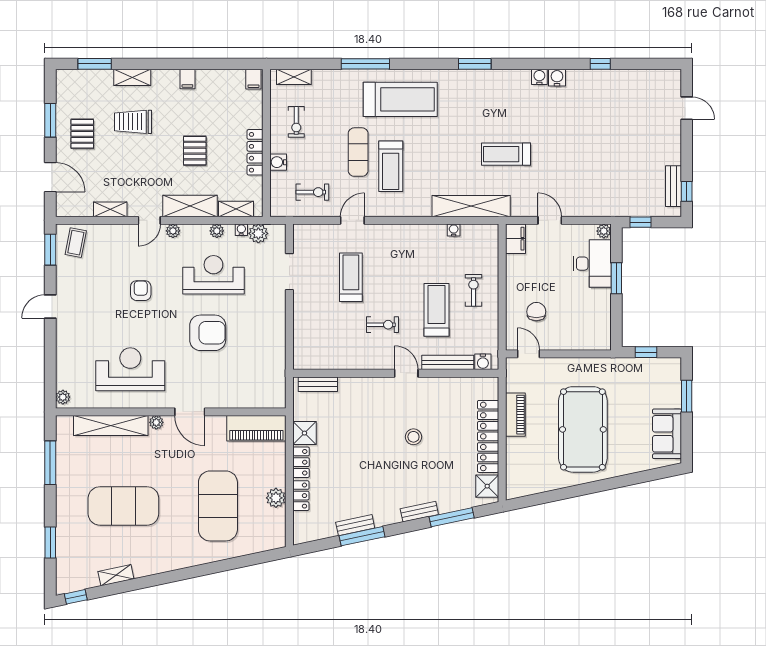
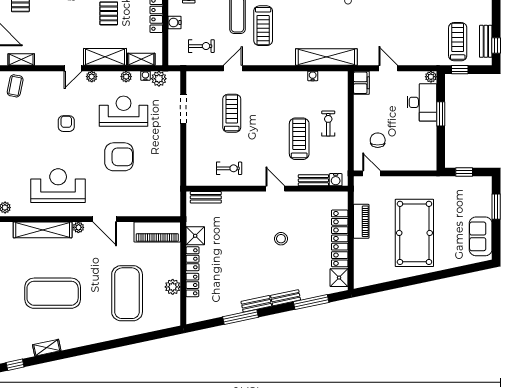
treadmill: (506, 154) -> (458, 42), moved, turned 90
shelving: (110, 209) -> (21, 60), moved
exercise bike: (382, 325) -> (229, 168), moved
bench: (448, 362) -> (313, 180), width x0.73
bench: (355, 525) -> (256, 304), moved

